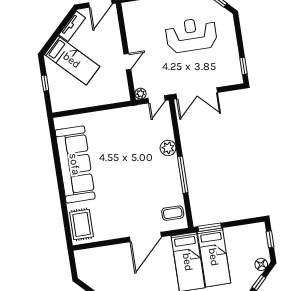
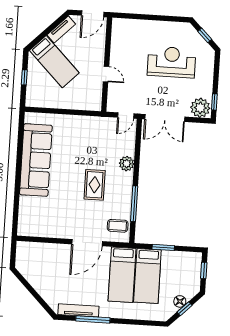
door: (127, 62) -> (106, 74), hinge flipped
plant: (140, 94) -> (200, 108), moved, width x1.88, depth x1.88
window: (183, 175) -> (134, 204), moved
rug: (82, 224) -> (95, 185), moved
window: (210, 227) -> (163, 247), moved
floor lamp: (261, 264) -> (180, 301), moved

